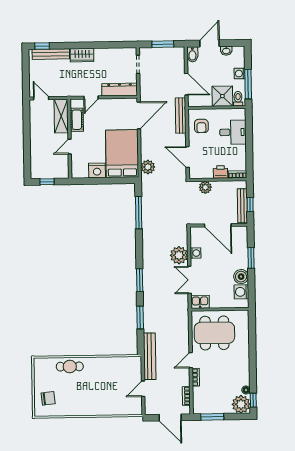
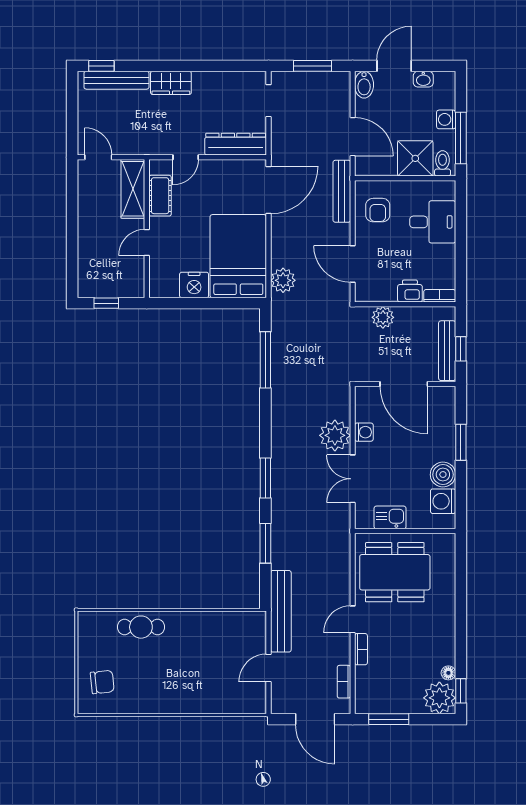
kitchen sink: (200, 302) -> (390, 517), moved

